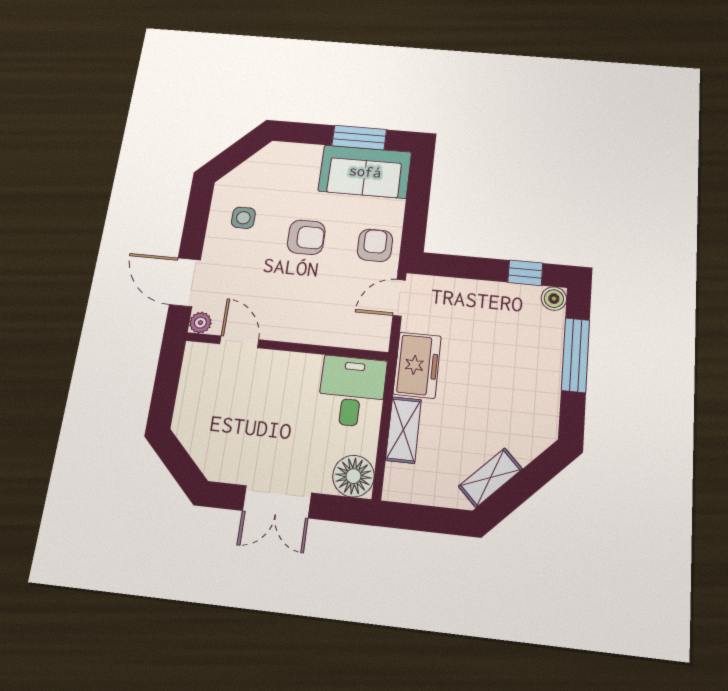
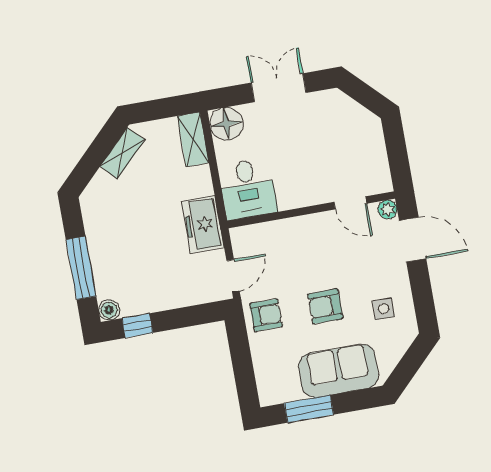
sofa: (365, 172) -> (338, 371), moved
armchair: (375, 245) -> (266, 315), turned -90
shelving: (403, 430) -> (193, 139), moved

